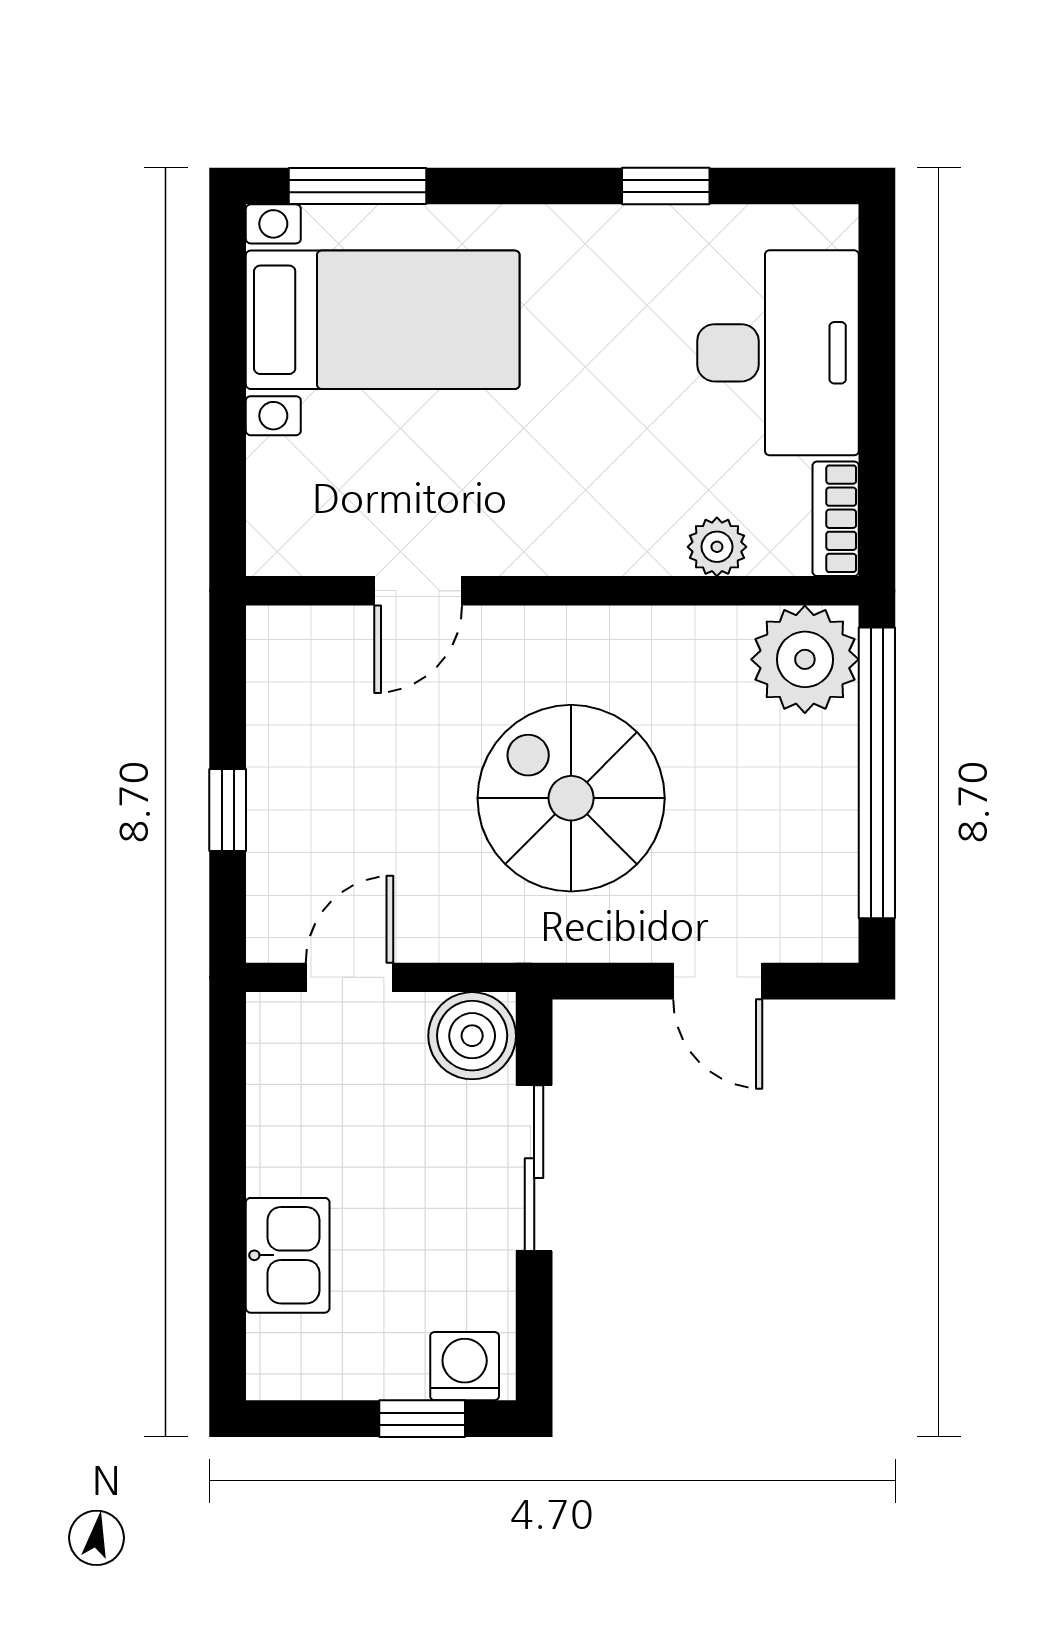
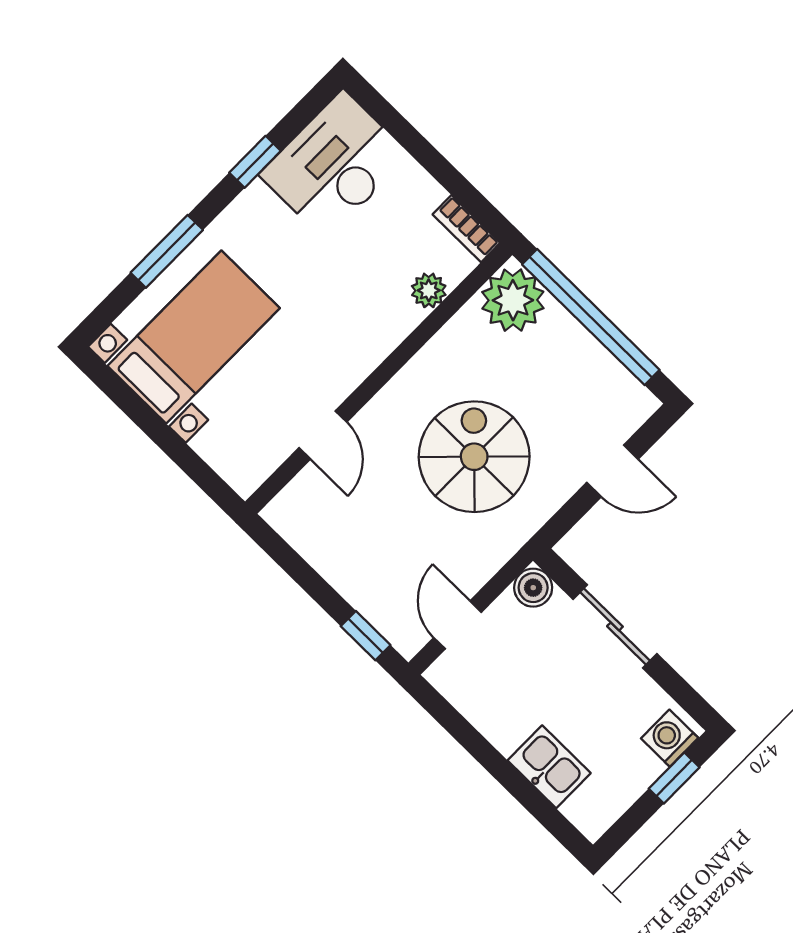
window: (357, 186) -> (167, 251), moved
desk: (778, 353) -> (334, 165), moved, turned -90
spiral stairs: (571, 798) -> (474, 457), turned 90
window: (228, 810) -> (366, 636), moved
boiler: (472, 1036) -> (533, 588), width x0.73, depth x0.73

